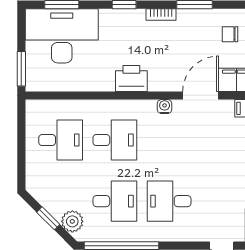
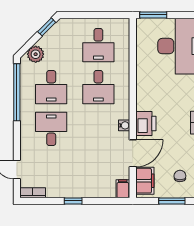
printer: (131, 79) -> (146, 124), moved
door: (201, 95) -> (133, 153), hinge flipped
window: (48, 218) -> (47, 27), moved

